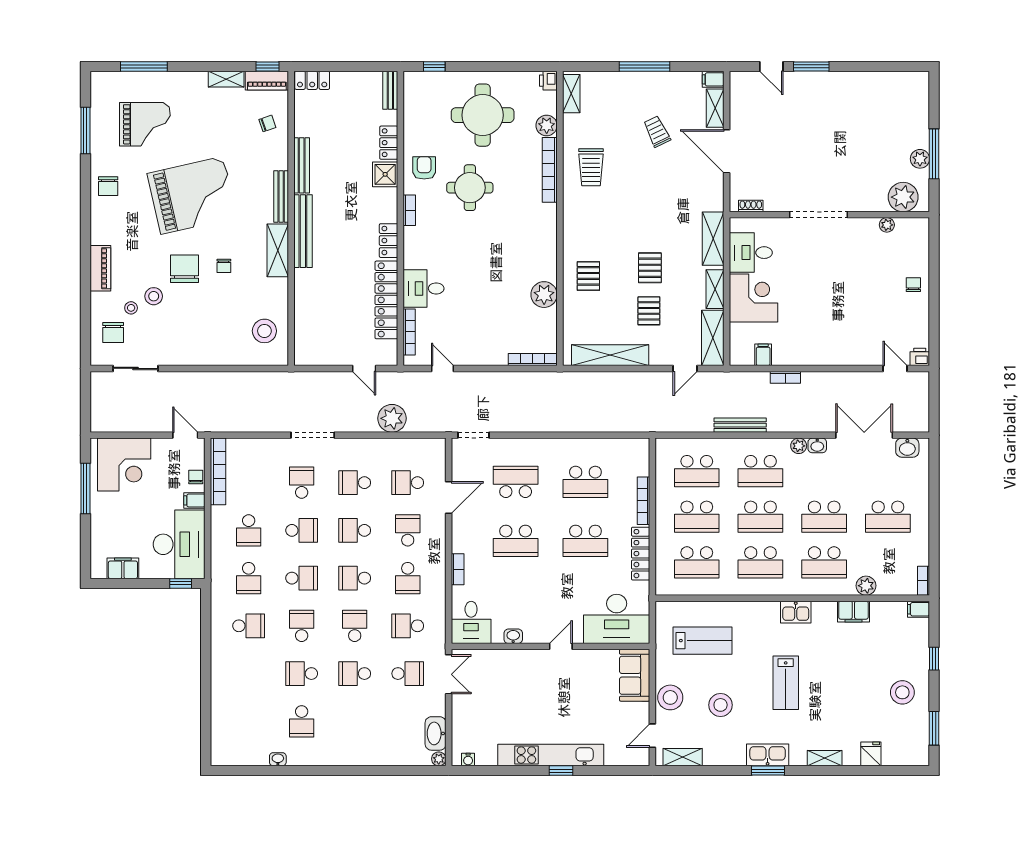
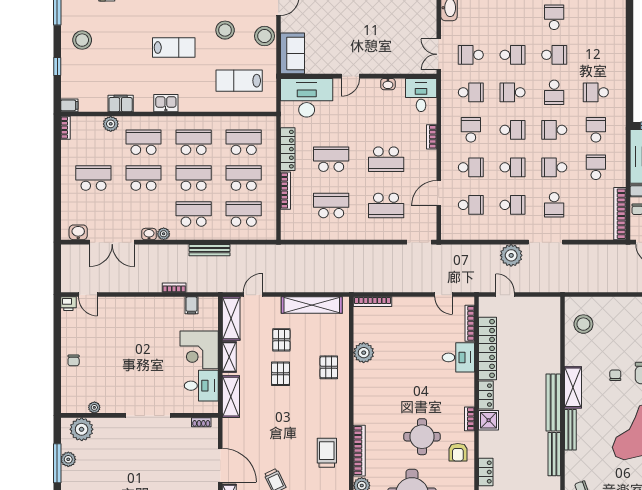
shower: (385, 174) -> (489, 420), moved
plant: (392, 418) -> (511, 255), moved
school desk: (408, 530) -> (471, 167), turned -90
school desk: (516, 541) -> (386, 159), turned 180
school desk: (355, 626) -> (513, 92), turned 90
lab bench: (786, 683) -> (174, 48), turned 90

